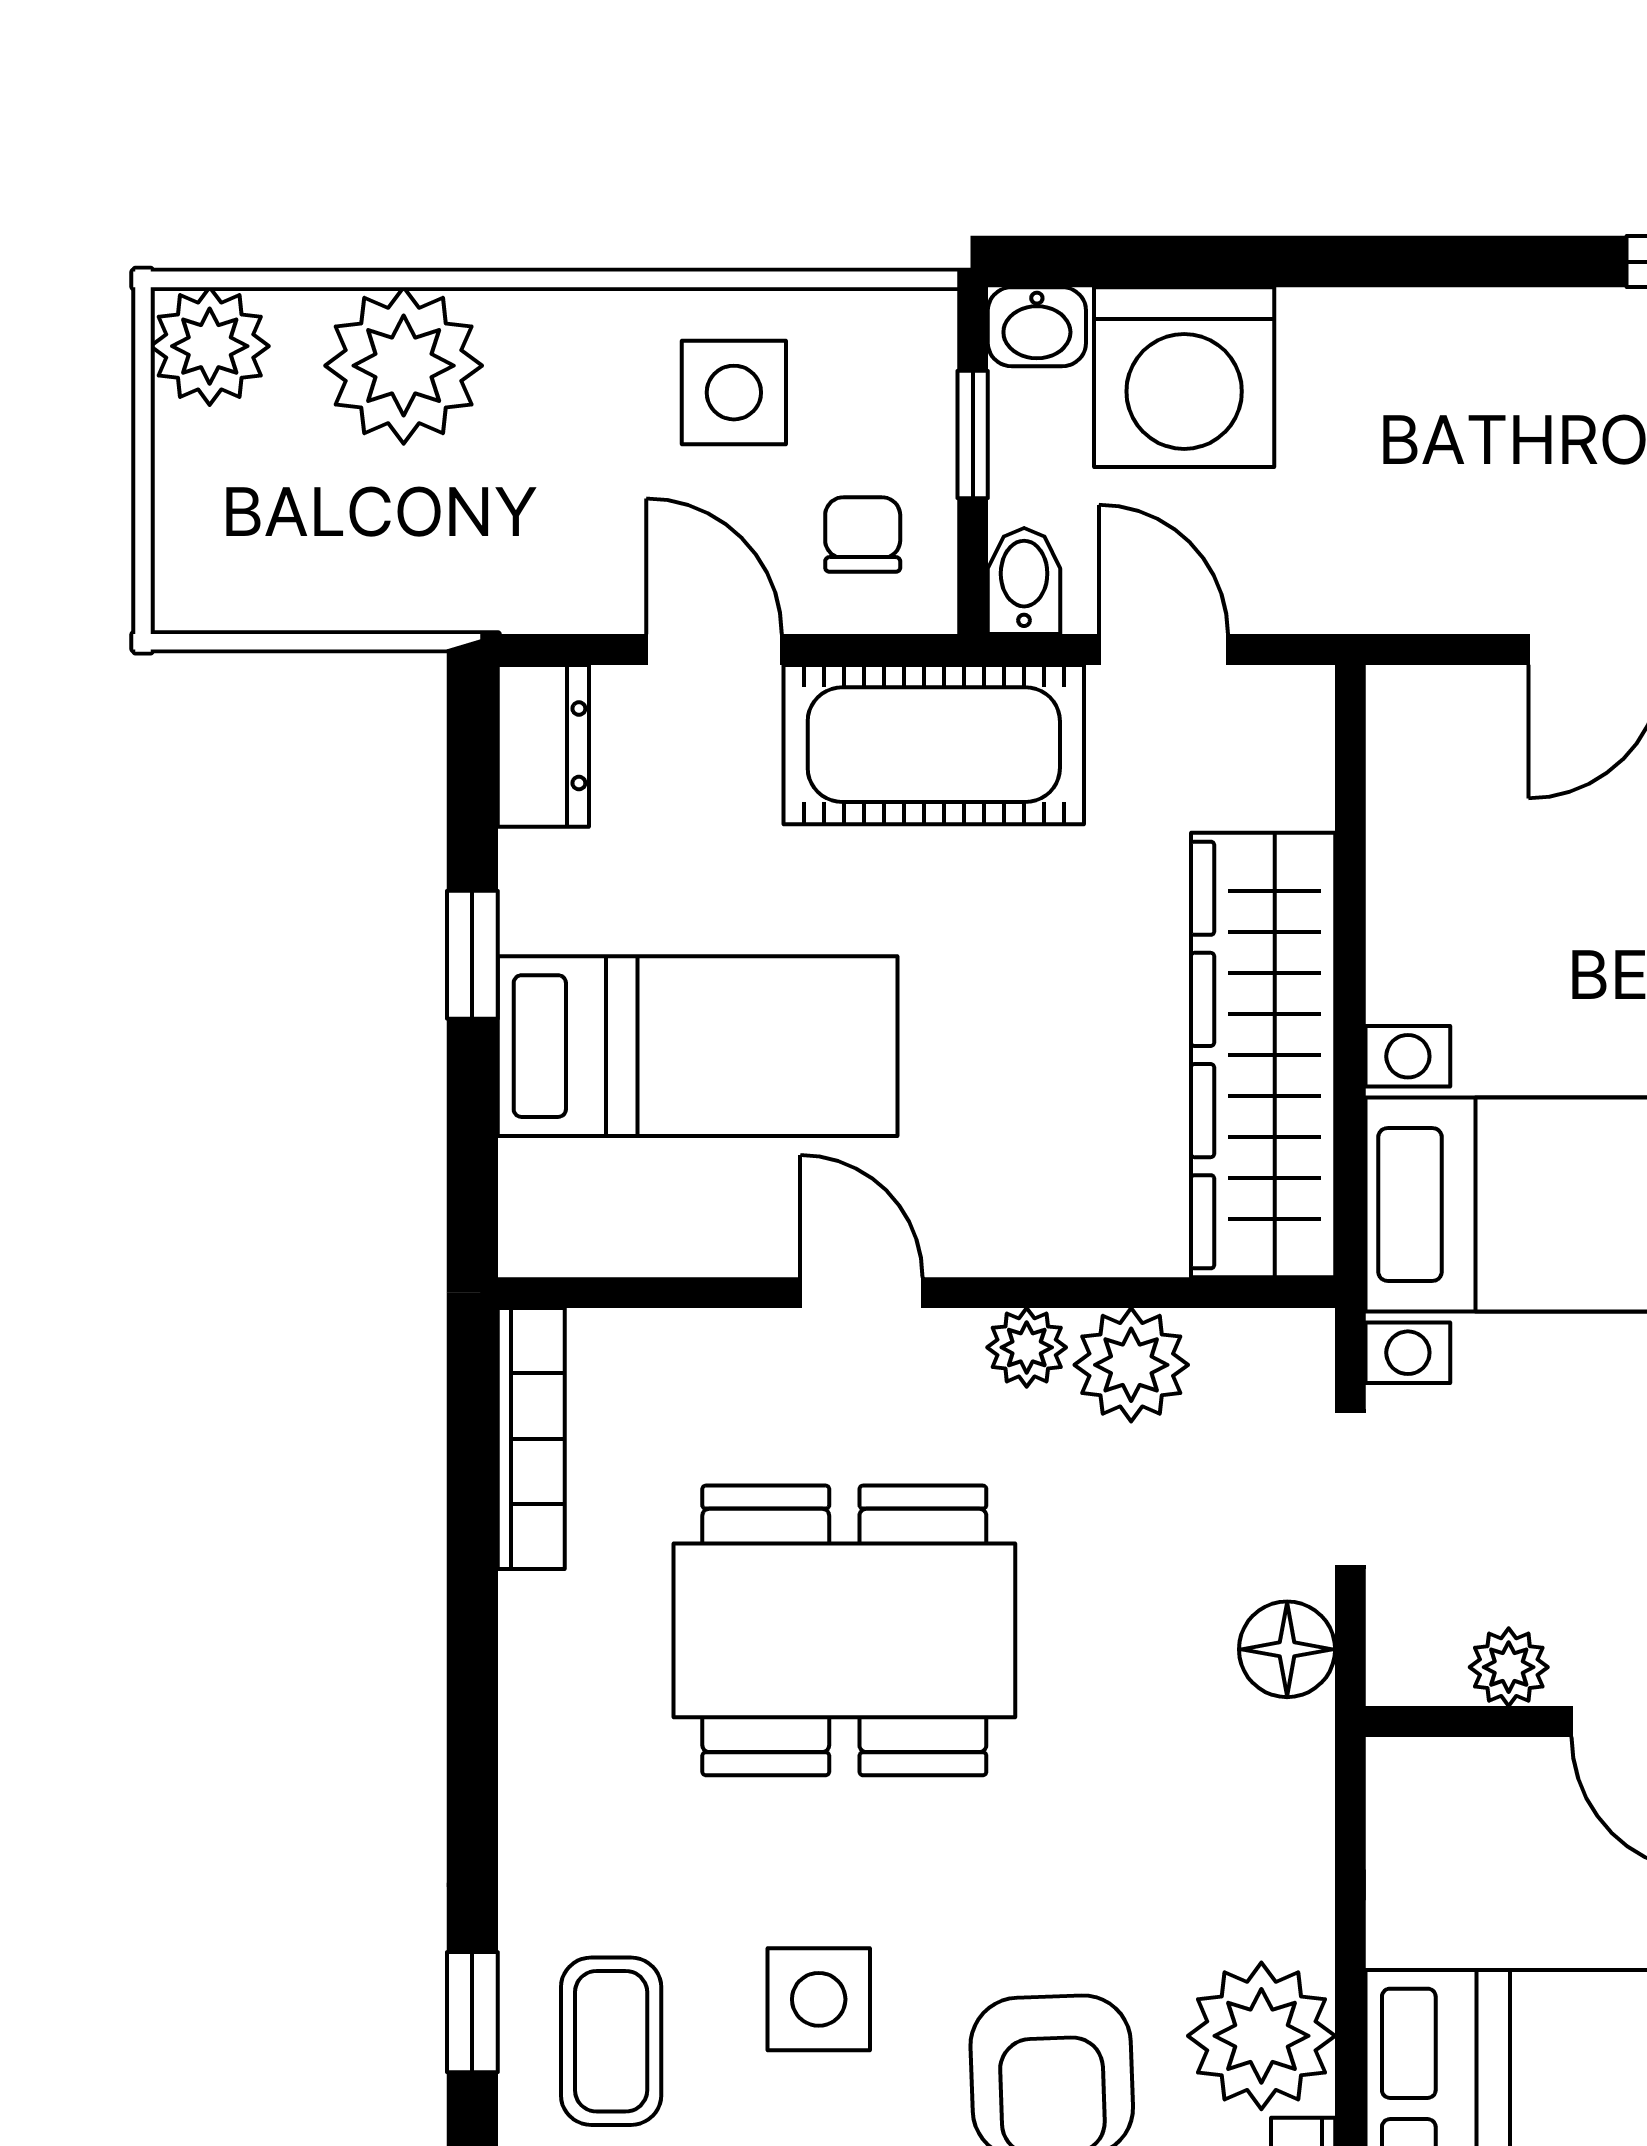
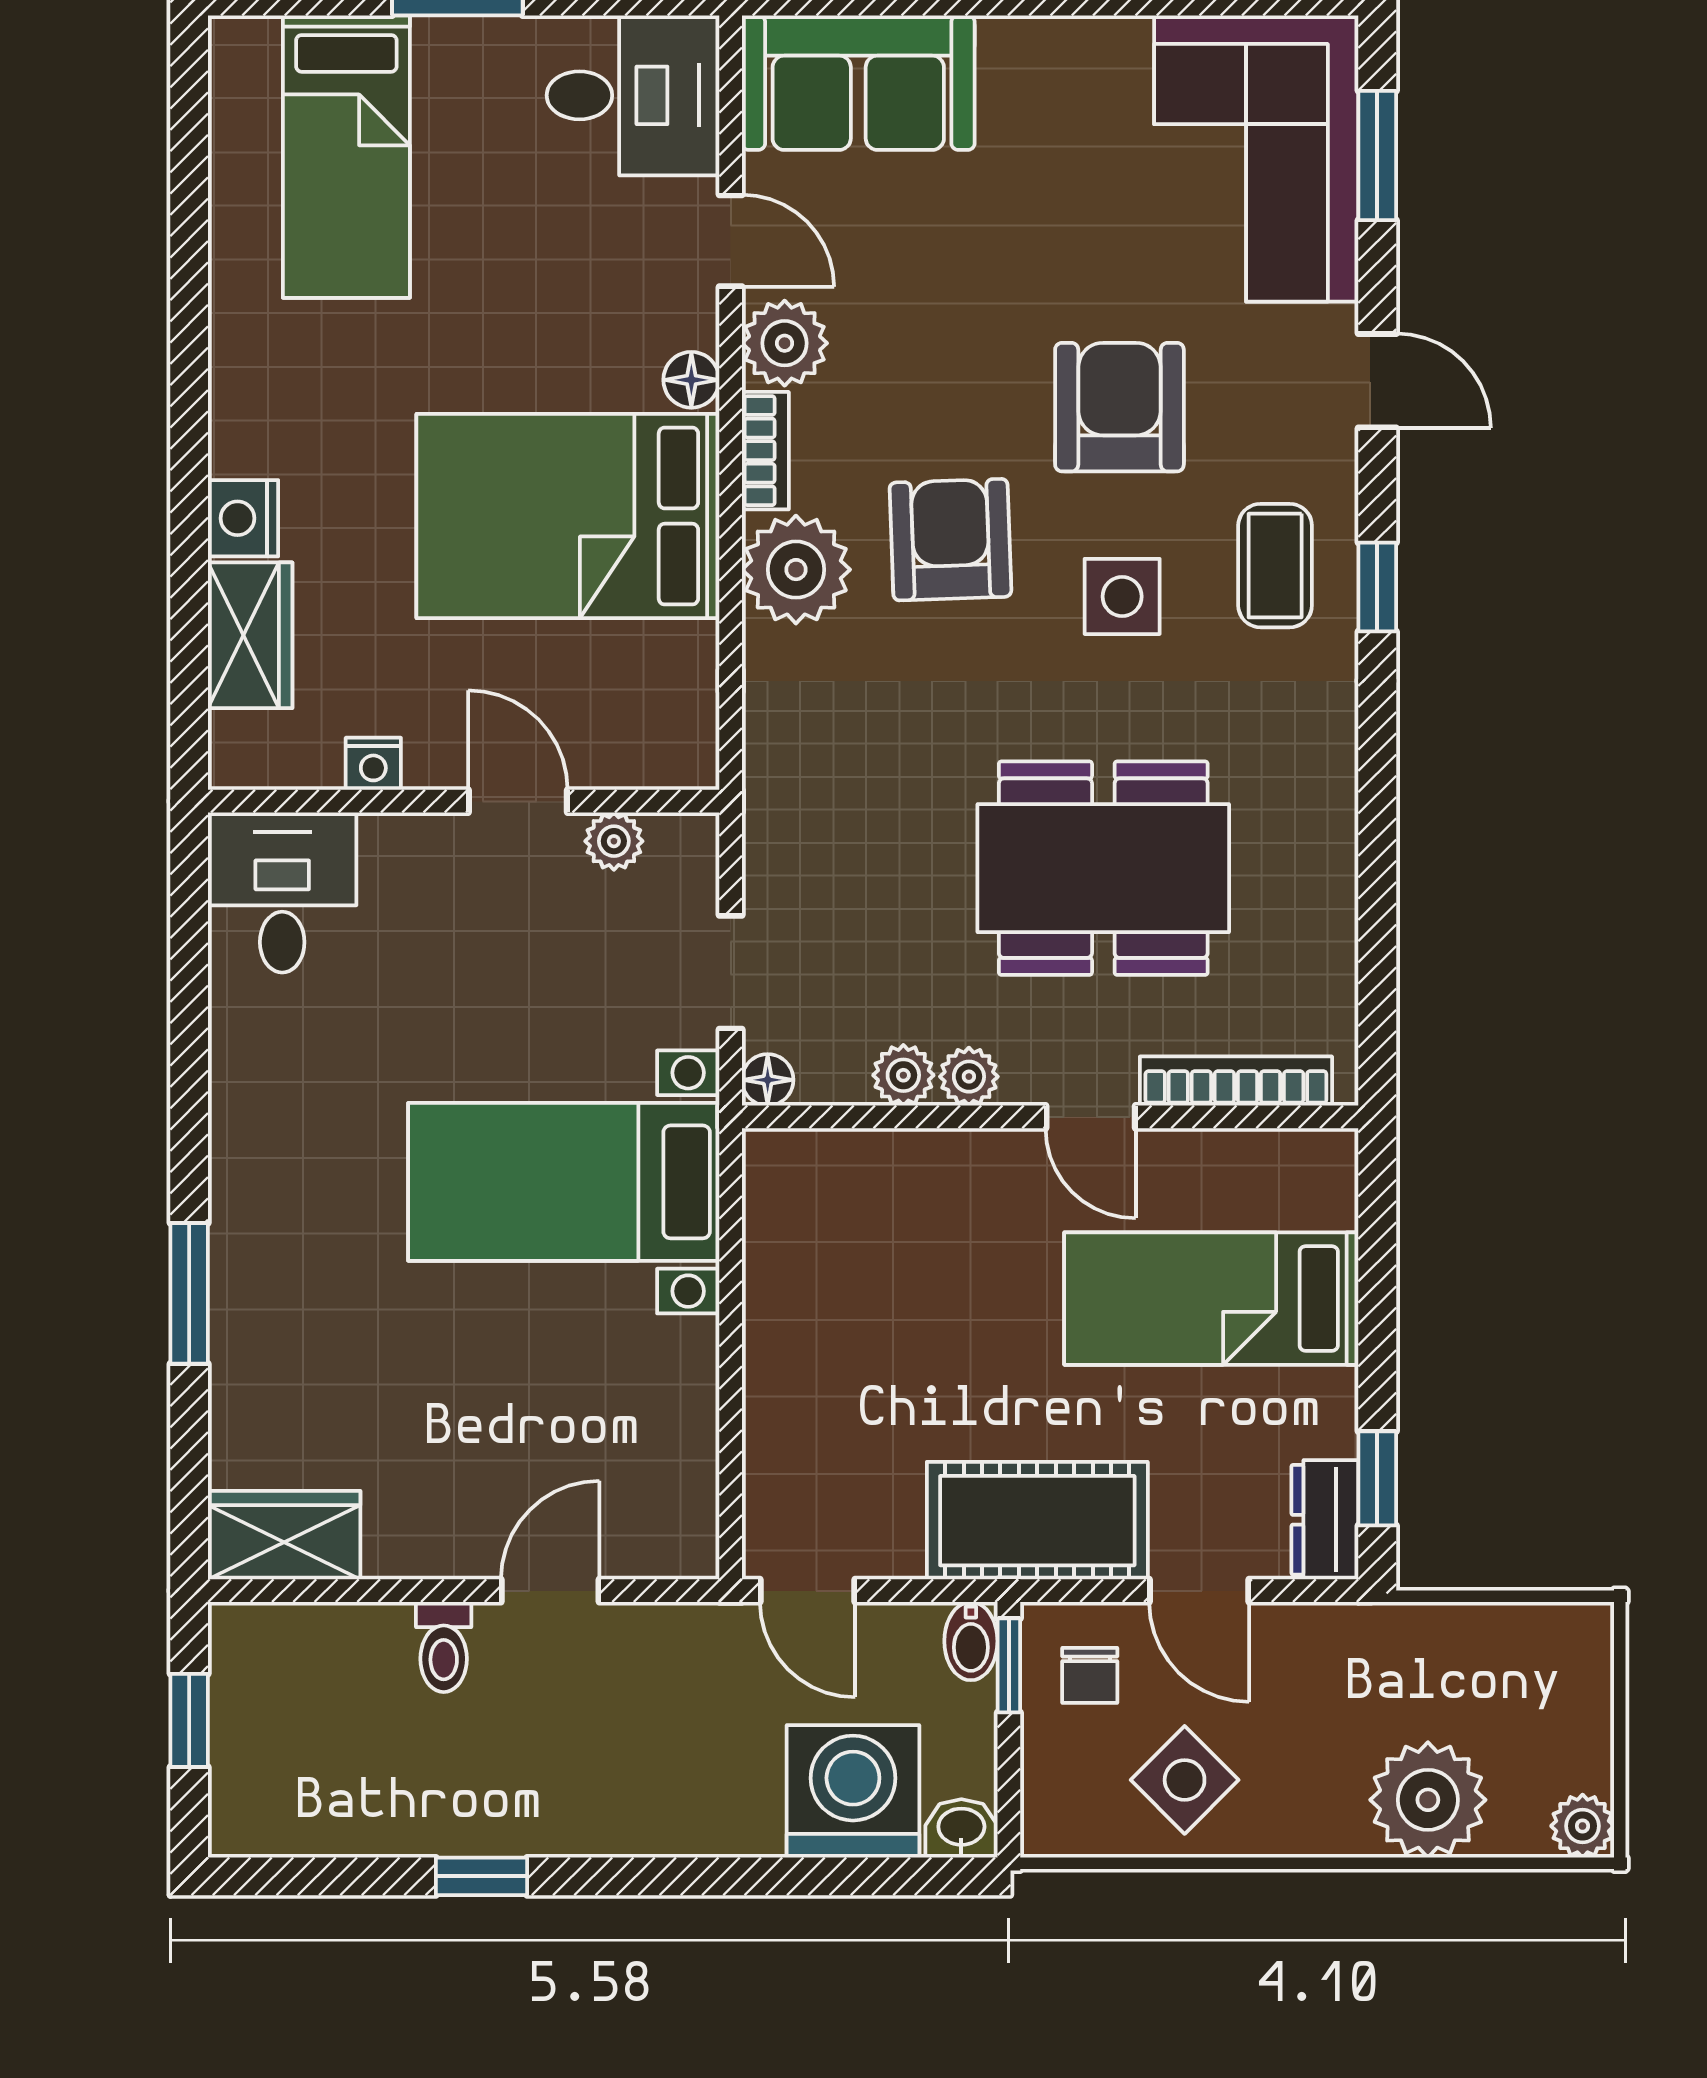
plant: (210, 346) -> (1583, 1826), width x0.73, depth x0.73
side table: (734, 393) -> (1185, 1780), turned 45
window: (973, 434) -> (1009, 1665), moved
door: (1163, 649) -> (808, 1591), moved
window: (472, 955) -> (1377, 1478), moved
wardrobe: (1263, 1055) -> (795, 1292), removed
plant: (1131, 1365) -> (903, 1075), width x0.73, depth x0.73
bookcase: (531, 1439) -> (1236, 1081), moved, turned 90
floor lamp: (1287, 1649) -> (768, 1080), moved, width x0.73, depth x0.73

